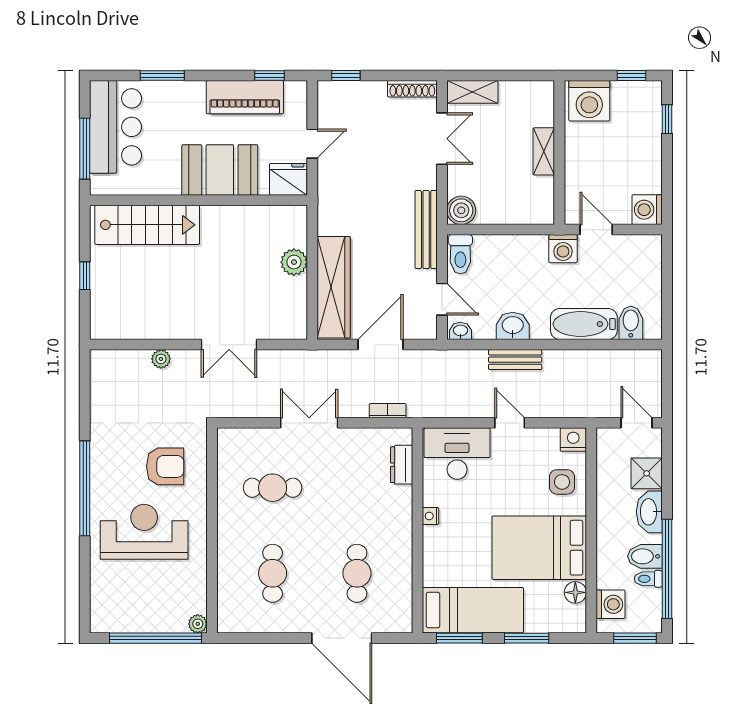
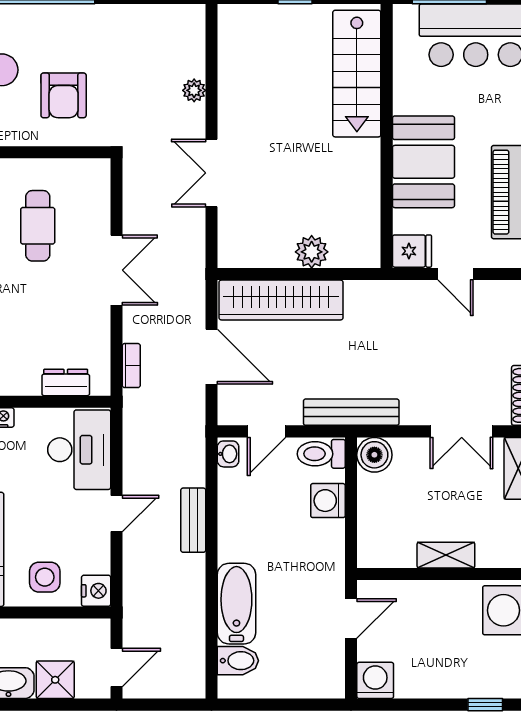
fridge: (288, 179) -> (412, 251), width x0.72
washing machine: (563, 249) -> (328, 501), moved
washbasin: (513, 326) -> (234, 517), removed

